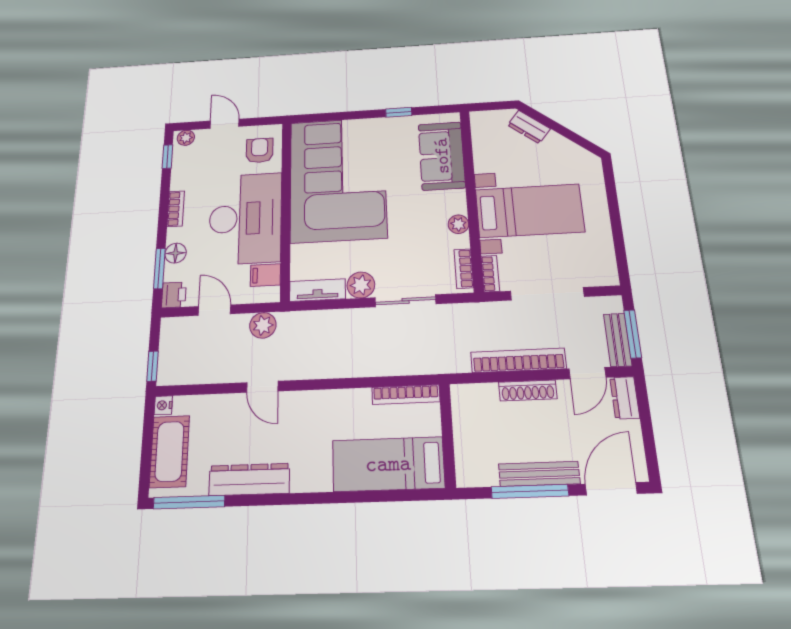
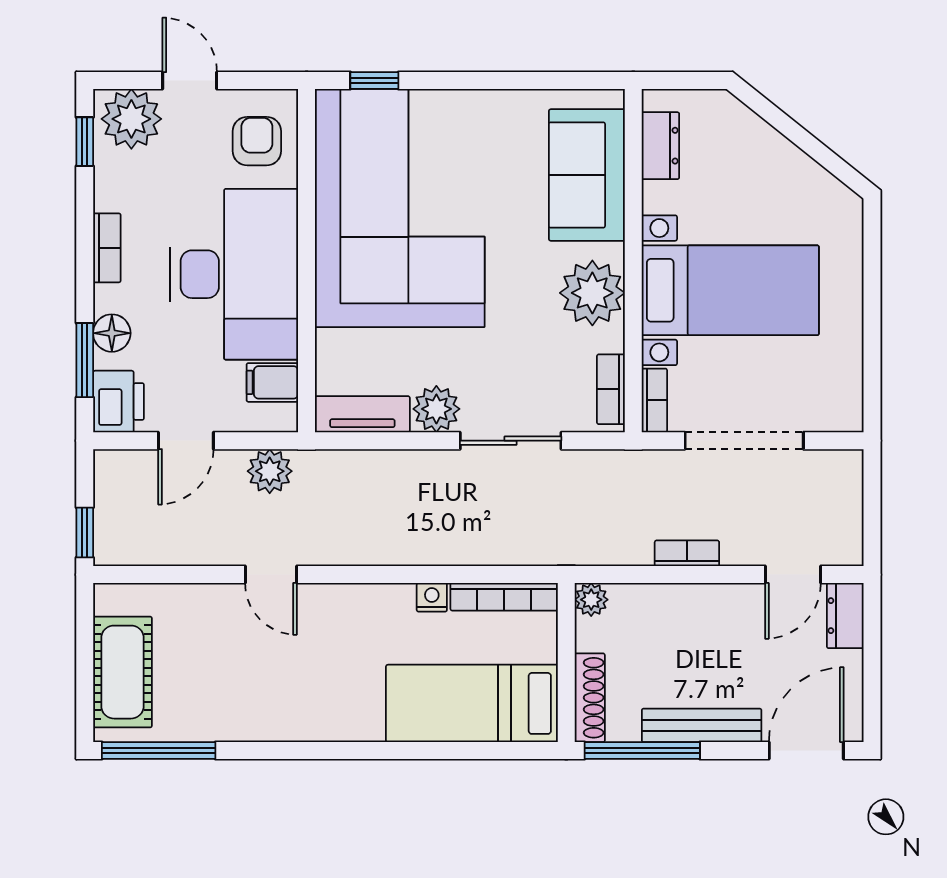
window: (399, 112) -> (374, 81), moved
dresser: (529, 127) -> (660, 146), moved, turned -129
plant: (186, 138) -> (131, 119), width x1.87, depth x1.87
plant: (458, 224) -> (592, 293), width x1.88, depth x1.88
printer: (174, 295) -> (118, 402), width x1.36, depth x1.24
door: (215, 310) -> (186, 441), swing flipped
window: (633, 334) -> (872, 514), removed
bench: (618, 340) -> (847, 523), removed
bookcase: (518, 360) -> (687, 553), width x0.43, depth x0.76
shoe rack: (528, 390) -> (590, 698), moved, turned -90
plant: (461, 394) -> (591, 600), added
nightstand: (163, 405) -> (432, 597), moved, turned 90
dresser: (249, 479) -> (253, 719), removed
window: (530, 491) -> (642, 750), moved

